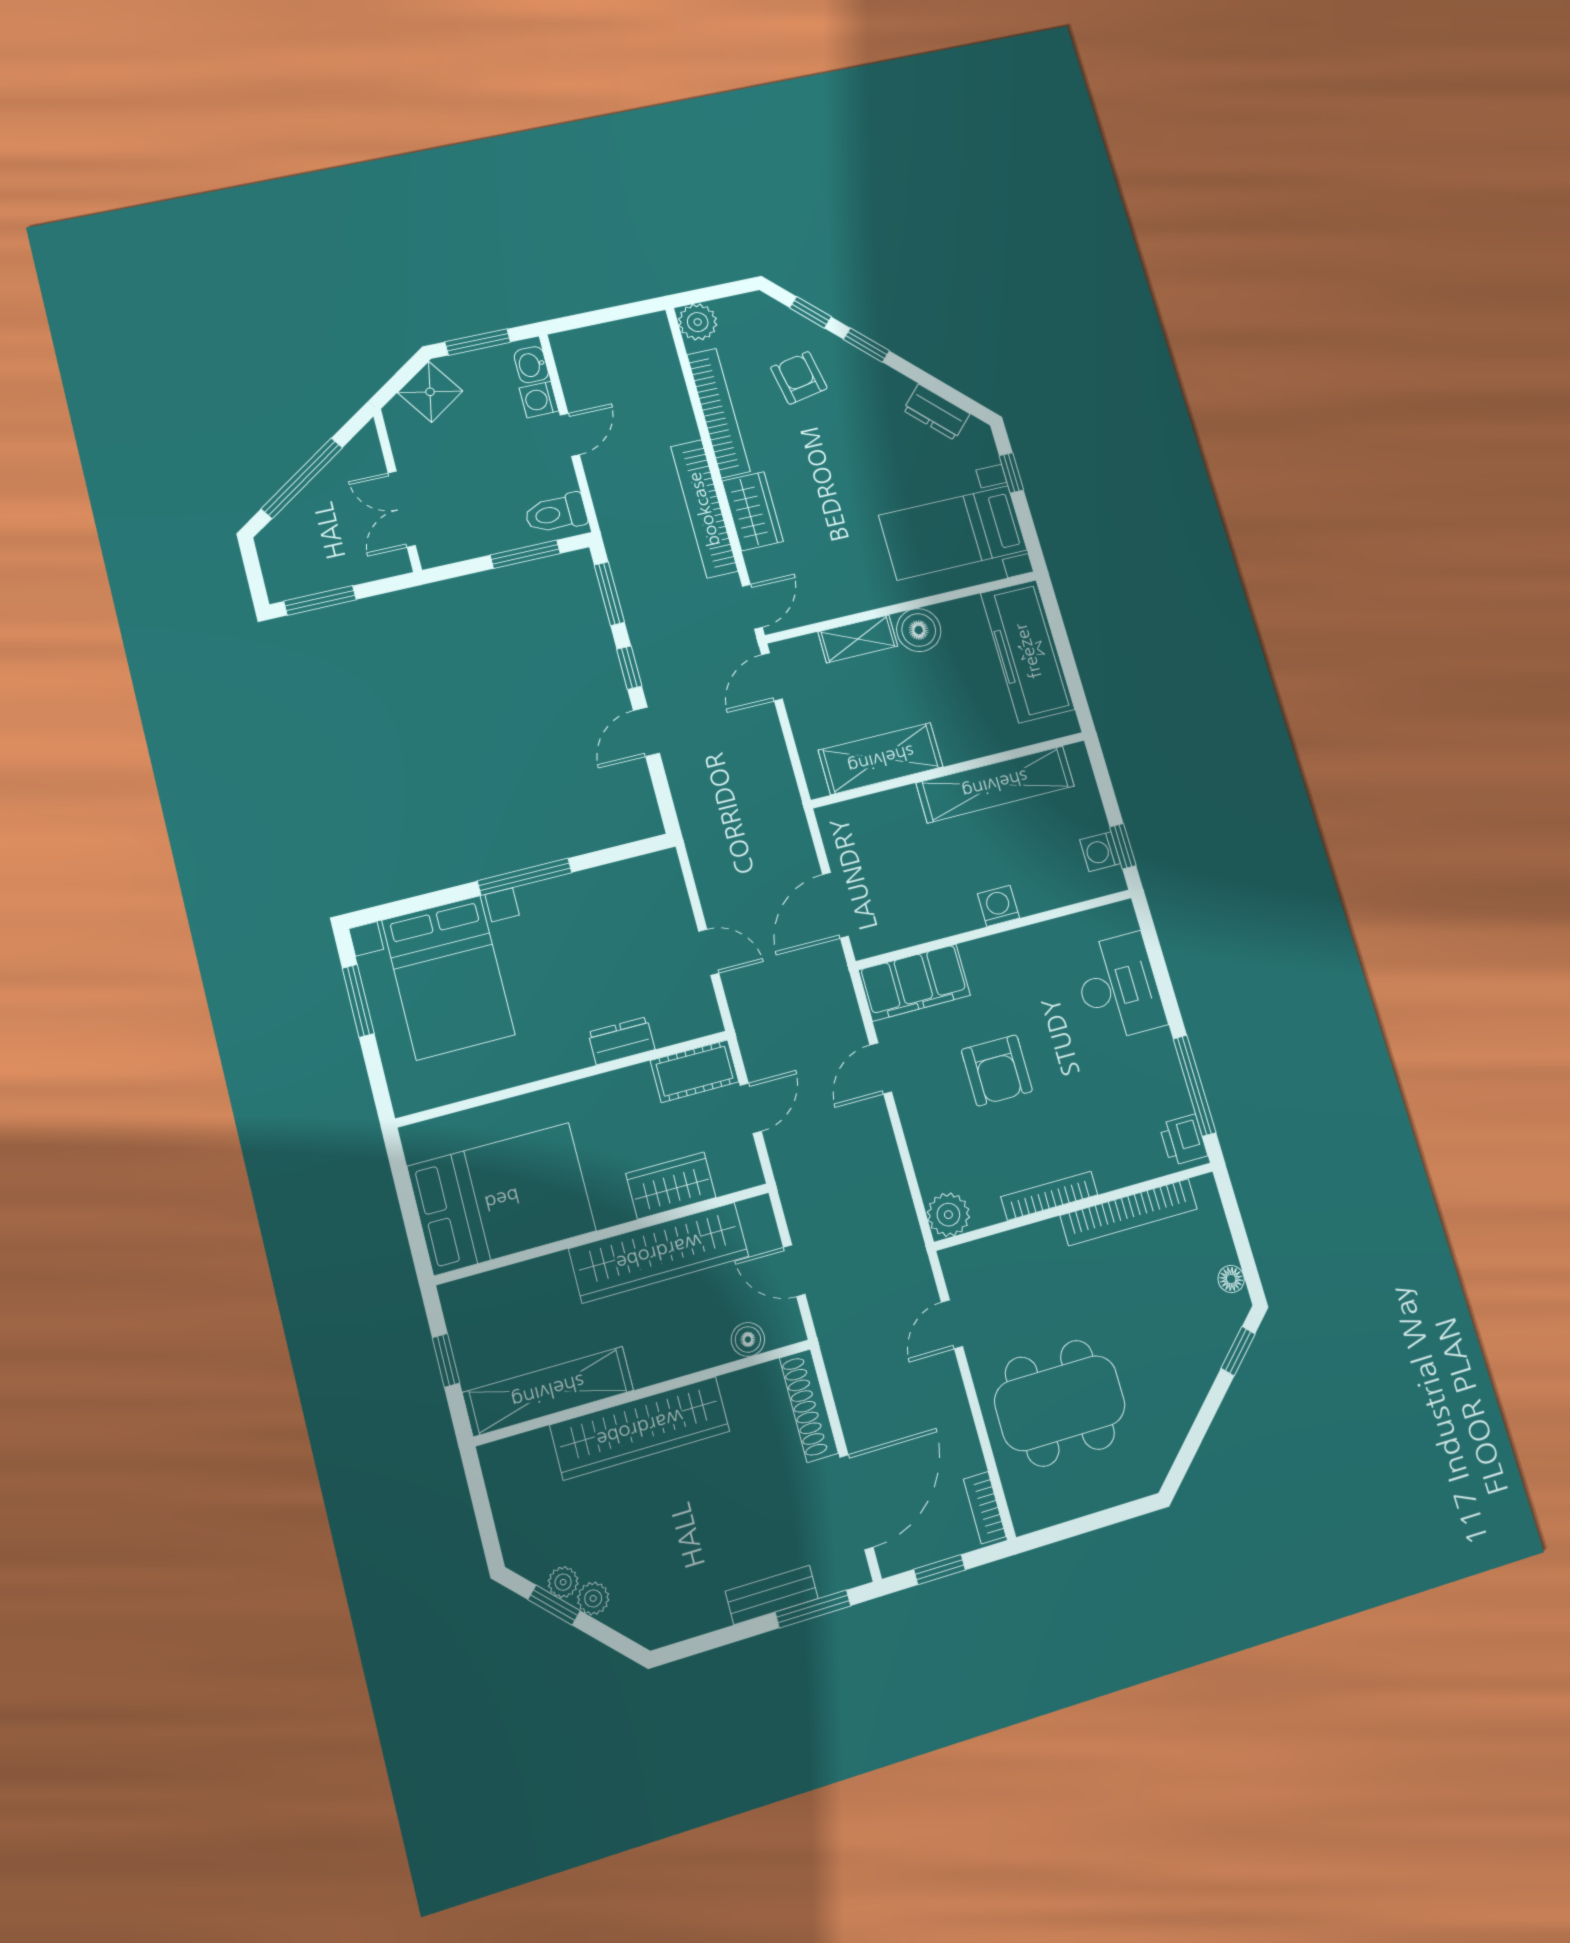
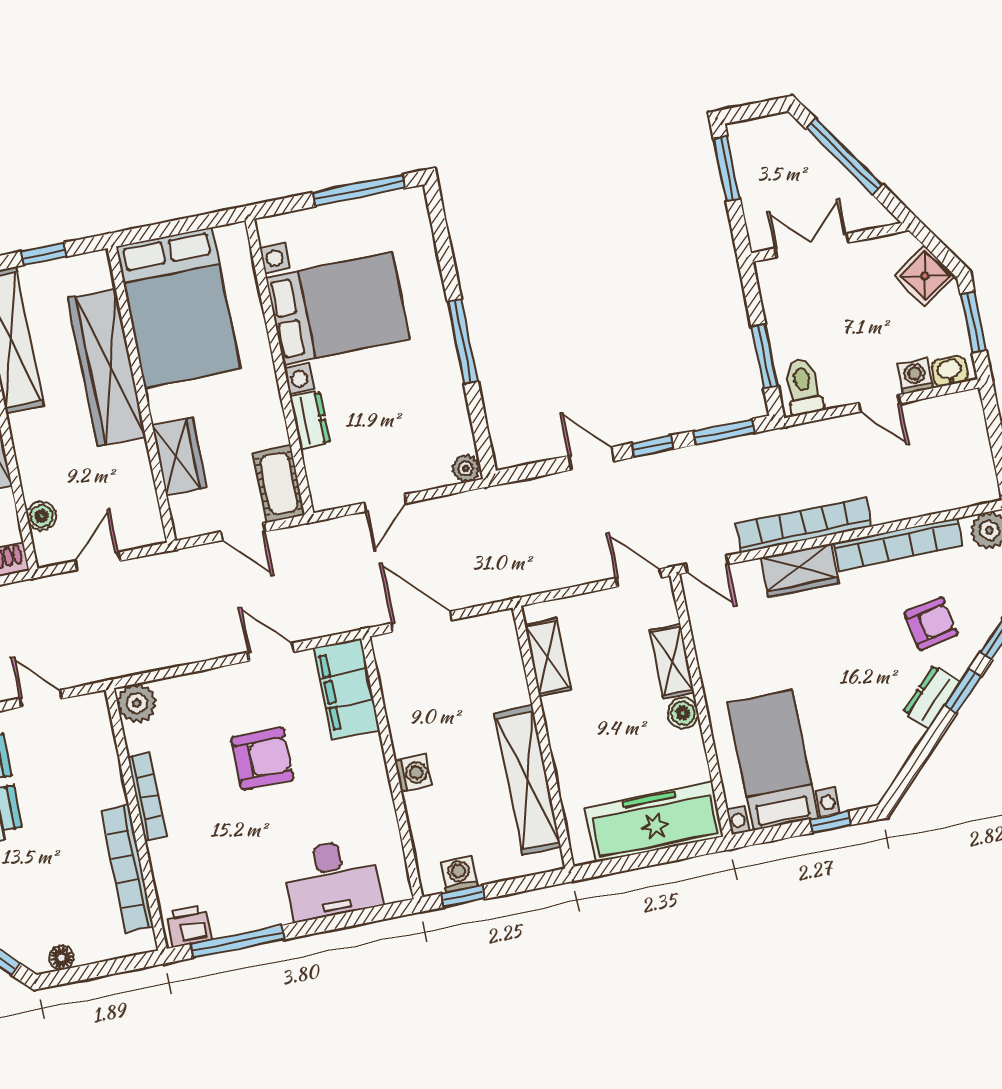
dresser: (936, 412) -> (931, 697), moved
boiler: (919, 630) -> (683, 713), width x0.73, depth x0.73
shelving: (881, 759) -> (548, 657), width x0.67, depth x0.75
plant: (665, 866) -> (466, 469), added
bed with nightstands: (448, 977) -> (338, 308), moved, turned 180
window: (358, 1001) -> (359, 190), width x1.44
armchair: (997, 1070) -> (262, 758), turned 180
wardrobe: (659, 1252) -> (107, 367), moved

